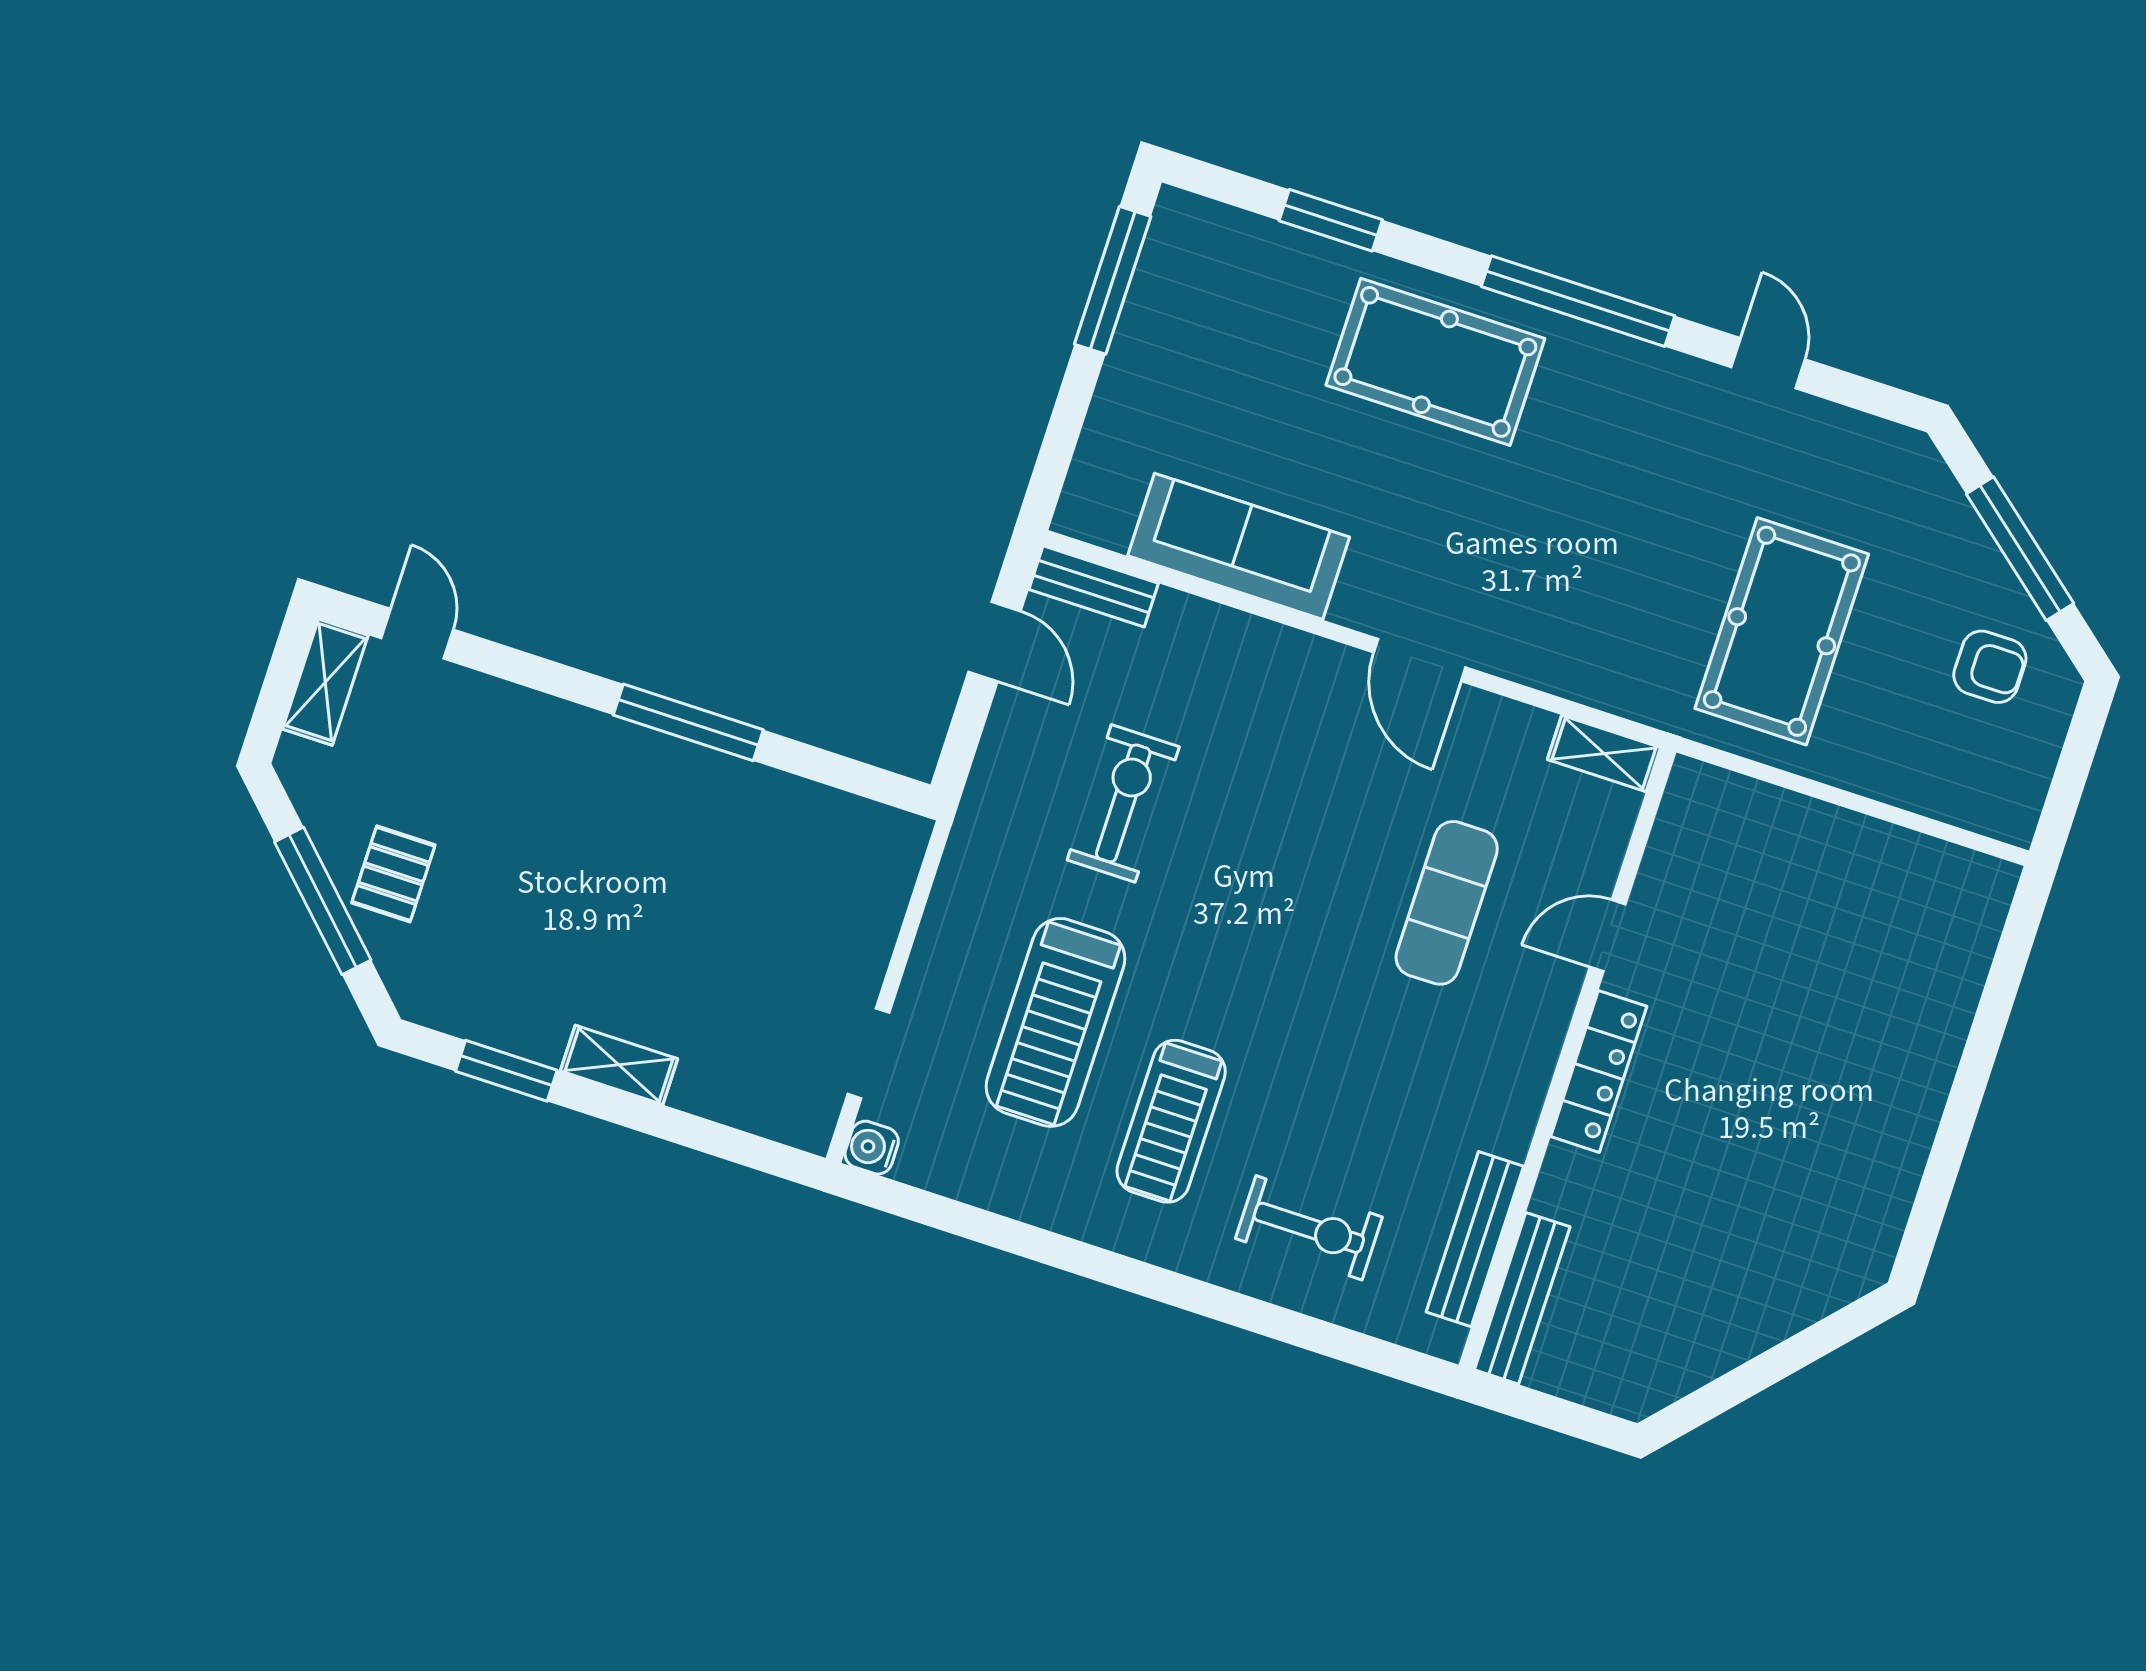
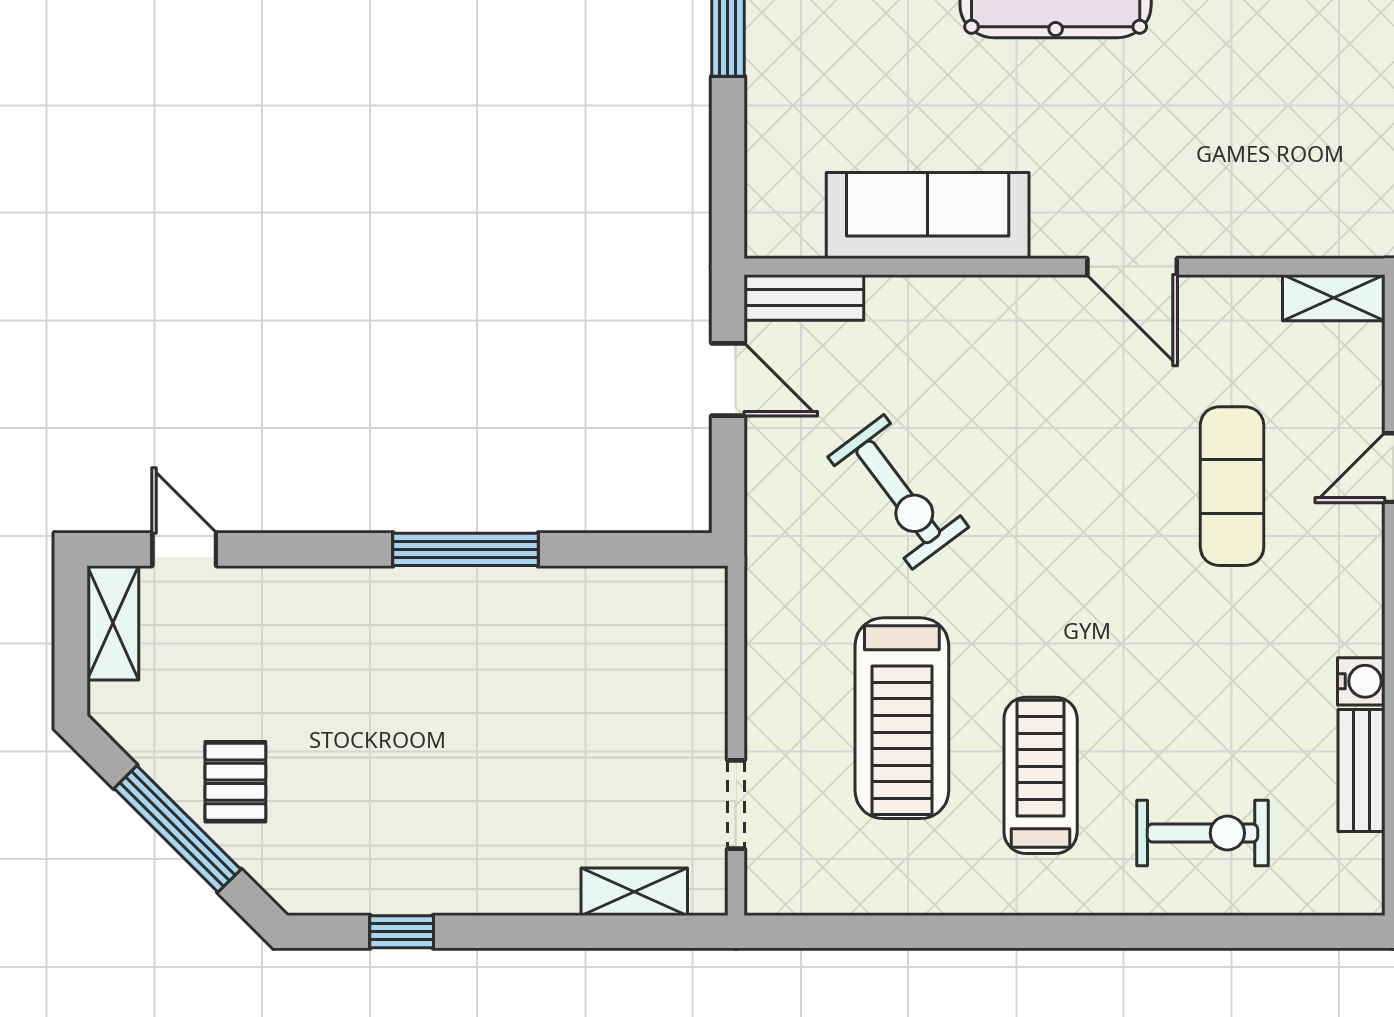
exercise bike: (1123, 803) -> (898, 492), turned 143
shelving: (619, 1065) -> (634, 892), moved
window: (506, 1071) -> (402, 932), width x0.67
treadmill: (1171, 1121) -> (1041, 775), turned 180
water cooler: (872, 1148) -> (1361, 681), moved, turned 180
bench: (1475, 1239) -> (1362, 771), width x0.73

